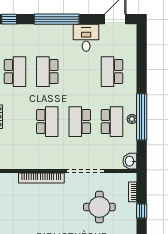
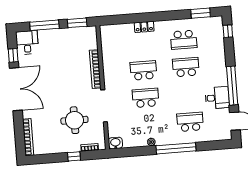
window: (57, 19) -> (232, 86), moved
window: (142, 117) -> (176, 148), moved
school desk: (47, 122) -> (143, 70), turned 180
school desk: (112, 122) -> (148, 125), removed

